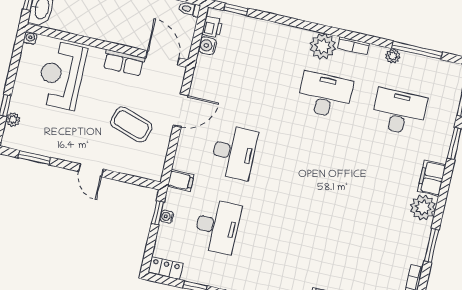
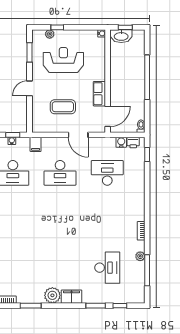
plant: (323, 46) -> (137, 212), removed
reception desk: (61, 75) -> (63, 60), moved
desk: (325, 95) -> (107, 173), moved, turned -90
coffee table: (131, 125) -> (63, 107), turned 72

